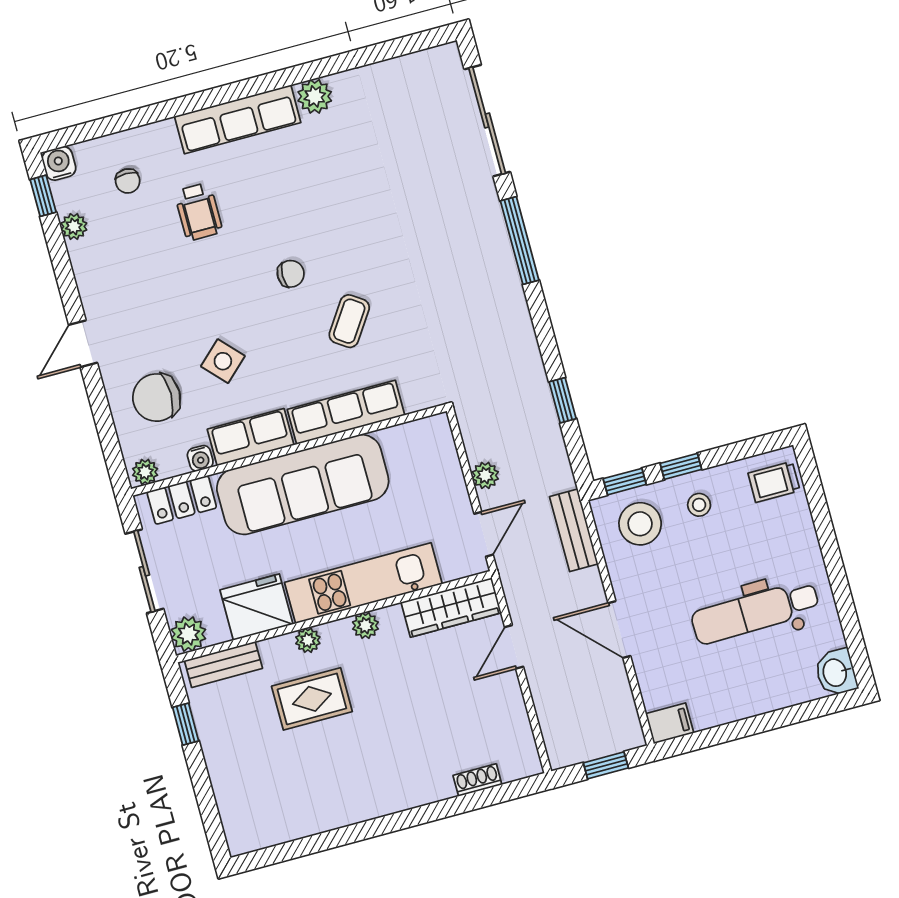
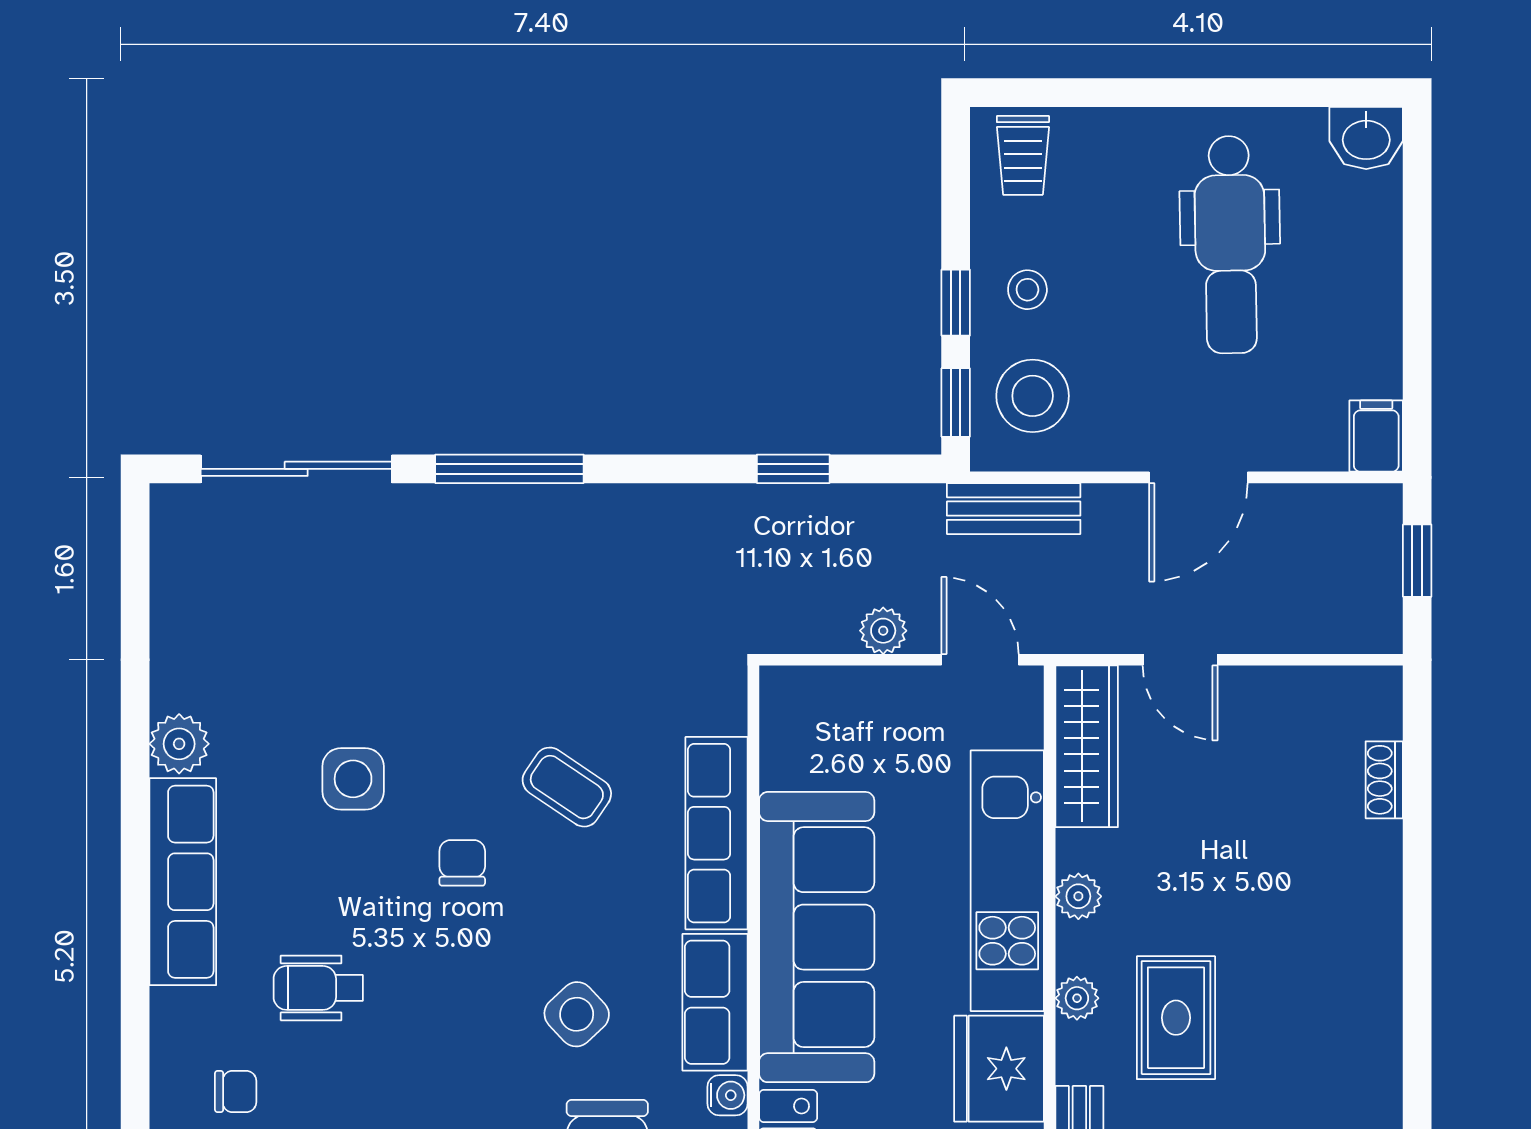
side table: (321, 200) -> (353, 779), added
wheelchair: (198, 212) -> (318, 988), turned 180

